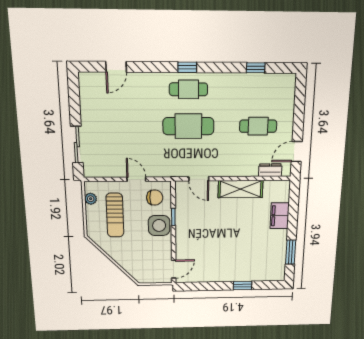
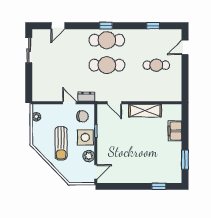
cafe table: (188, 89) -> (107, 40), width x1.37, depth x1.35
sliding door: (77, 145) -> (29, 50), moved
door: (297, 152) -> (185, 47), moved
dresser: (270, 170) -> (86, 97), moved
sun lounger: (115, 215) -> (61, 143), moved
plant: (164, 249) -> (89, 156), added
window: (243, 285) -> (159, 186), moved

